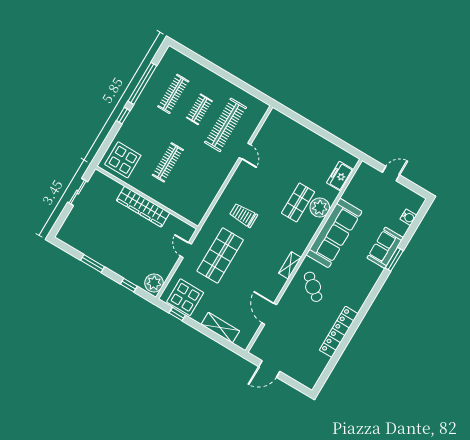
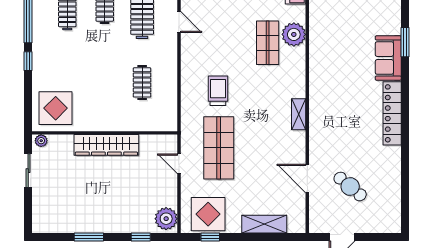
clothes rail: (168, 162) -> (142, 82), moved, width x0.73
plant: (99, 177) -> (41, 141), added
trolley: (243, 215) -> (218, 91), turned 90
sofa: (334, 233) -> (325, 52), removed
sofa: (385, 248) -> (388, 58), moved
cafe table: (313, 287) -> (350, 186), moved
locker: (339, 332) -> (392, 113), moved

